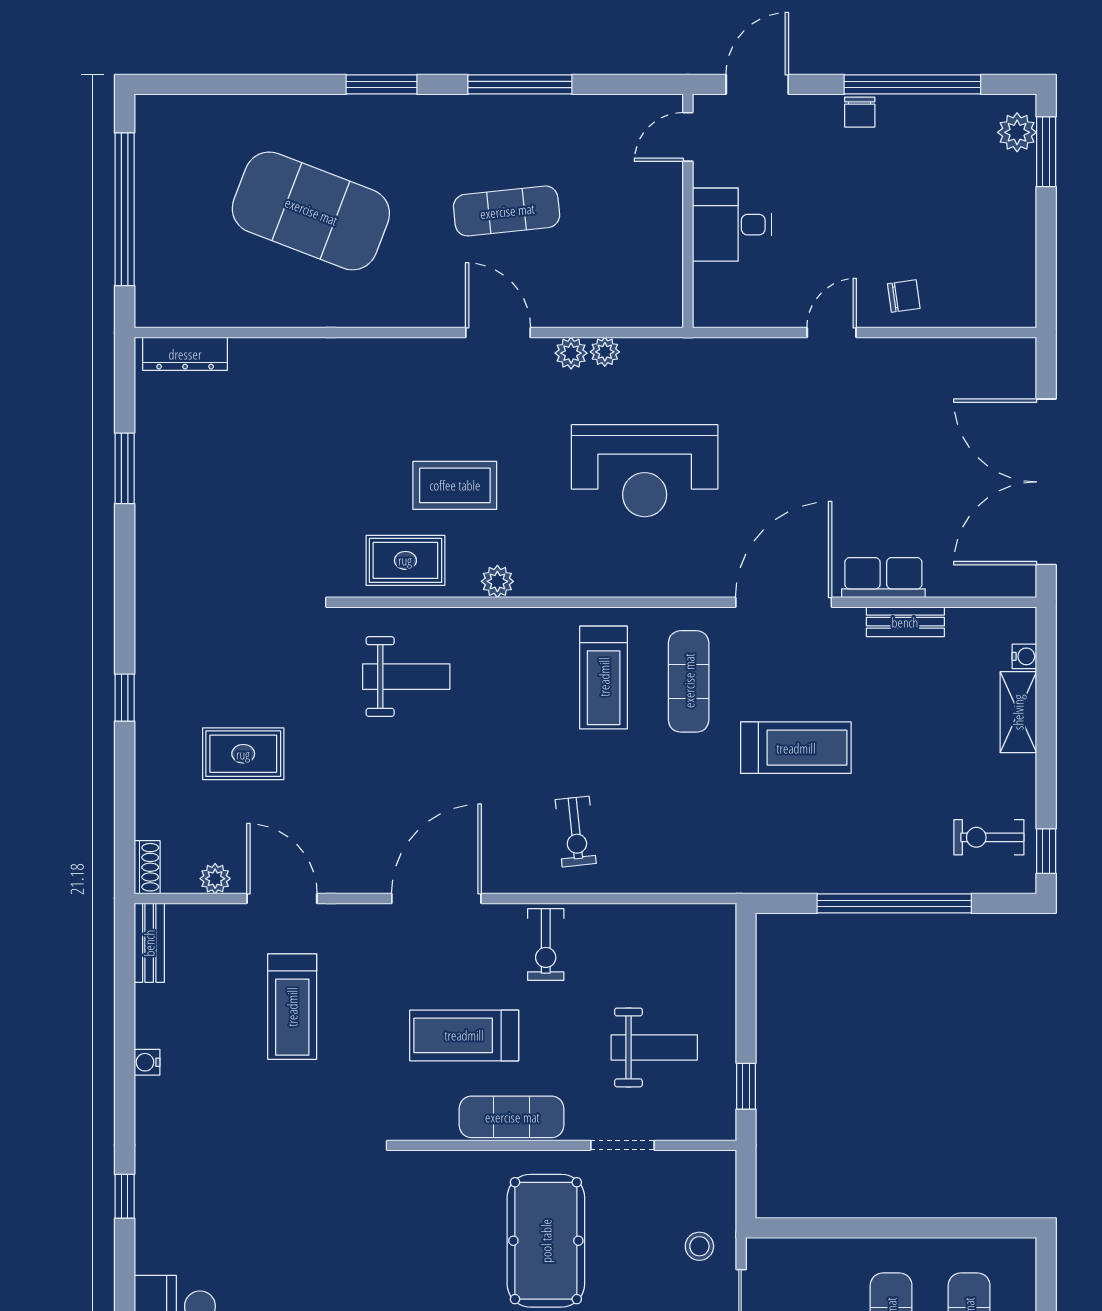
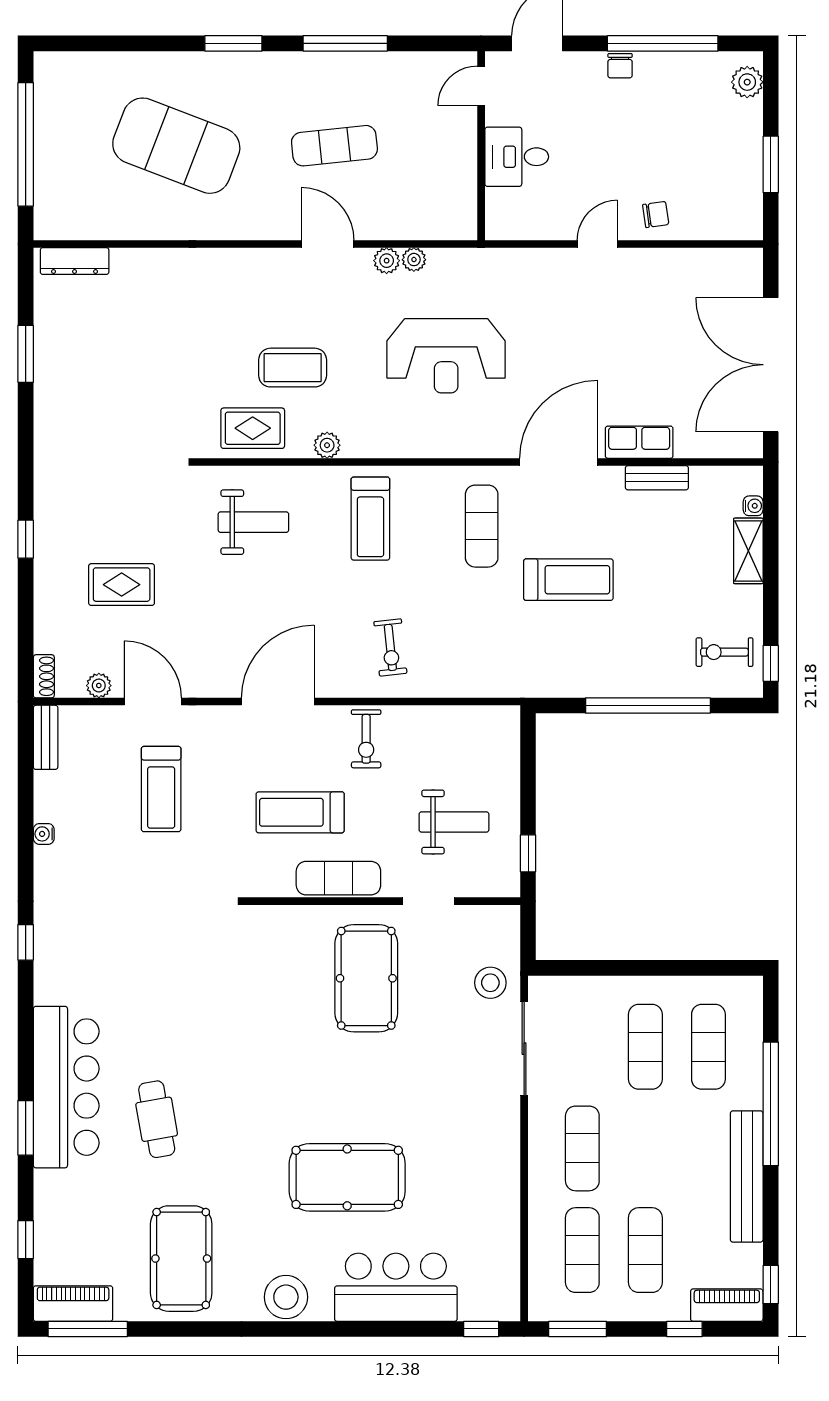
window: (1046, 152) -> (771, 164), moved
treadmill: (604, 677) -> (370, 519), moved
stool: (699, 1246) -> (490, 983), width x1.37, depth x1.37

